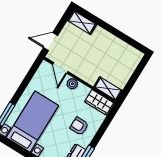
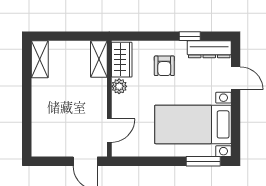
shelving: (82, 22) -> (40, 59), moved
plant: (72, 84) -> (119, 86), moved

